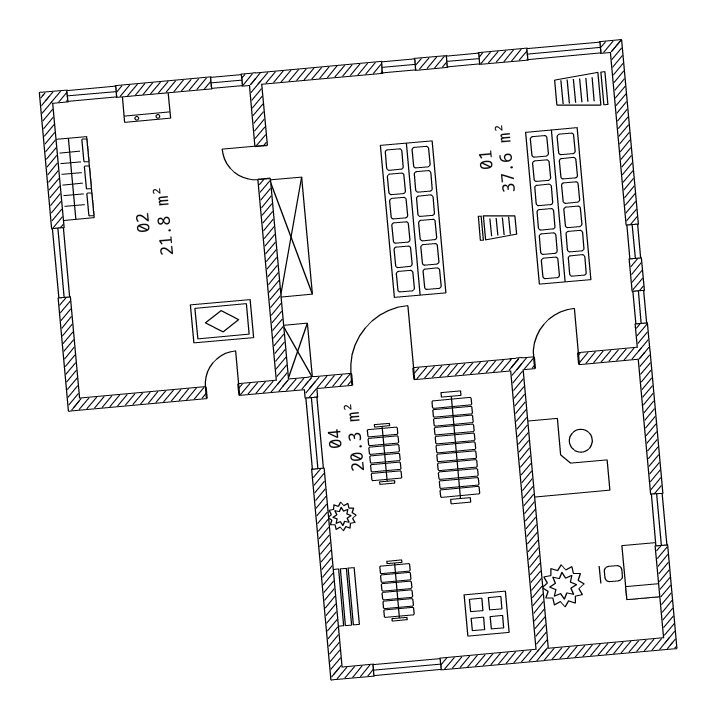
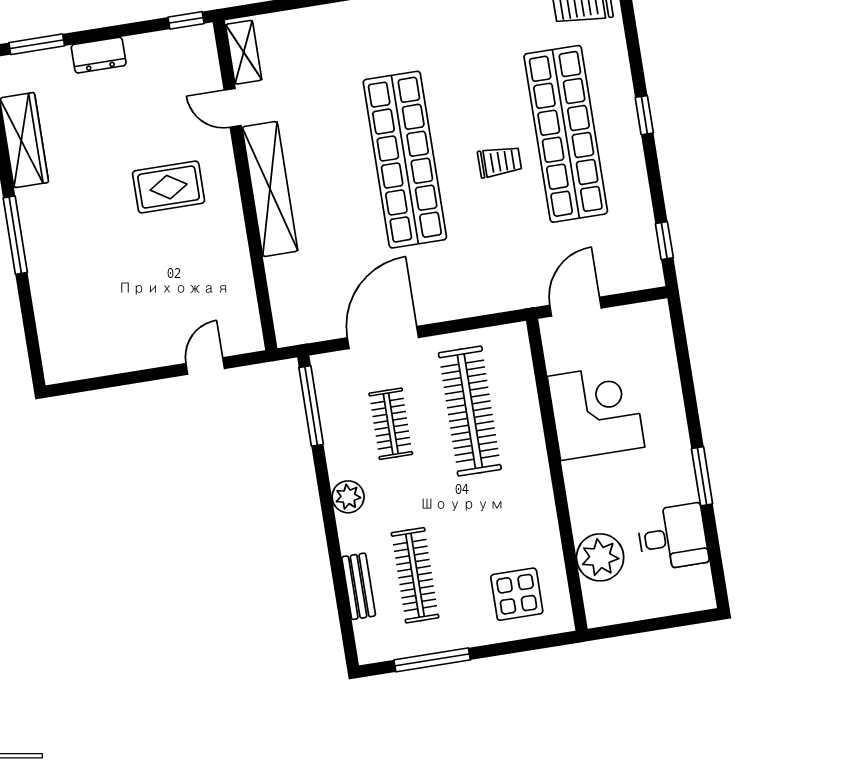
window: (634, 241) -> (644, 115), moved
rug: (222, 321) -> (169, 187), moved
shelving: (298, 351) -> (244, 52), moved
clothes rail: (397, 590) -> (415, 575), width x1.36

